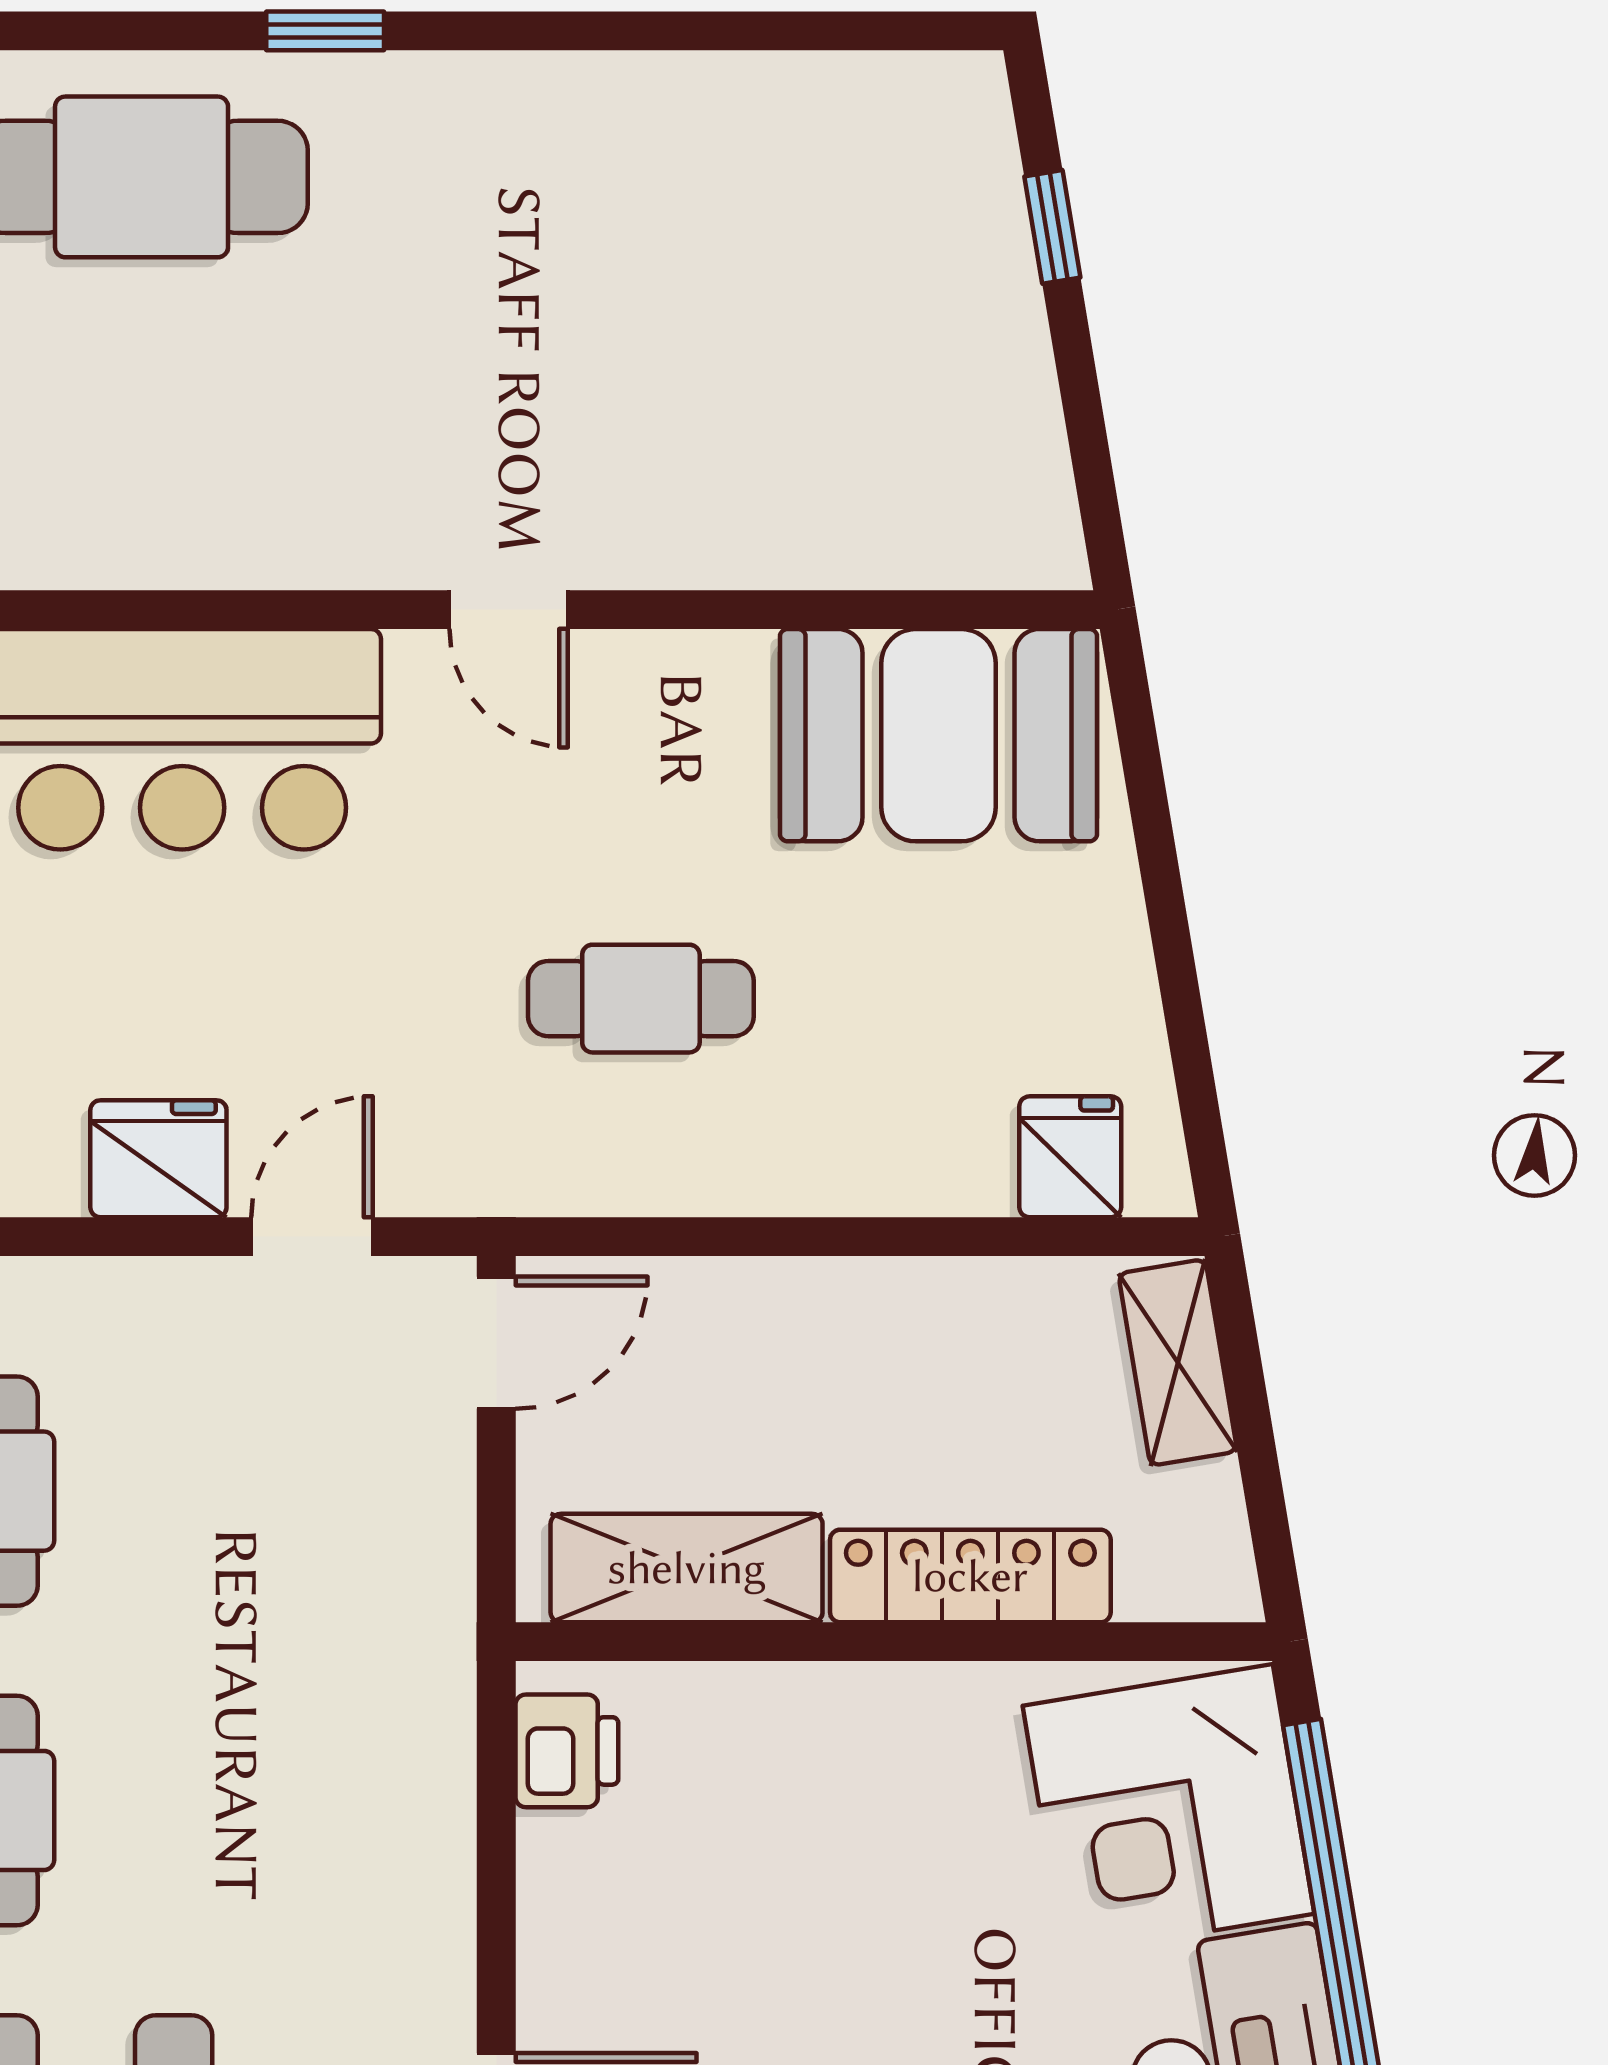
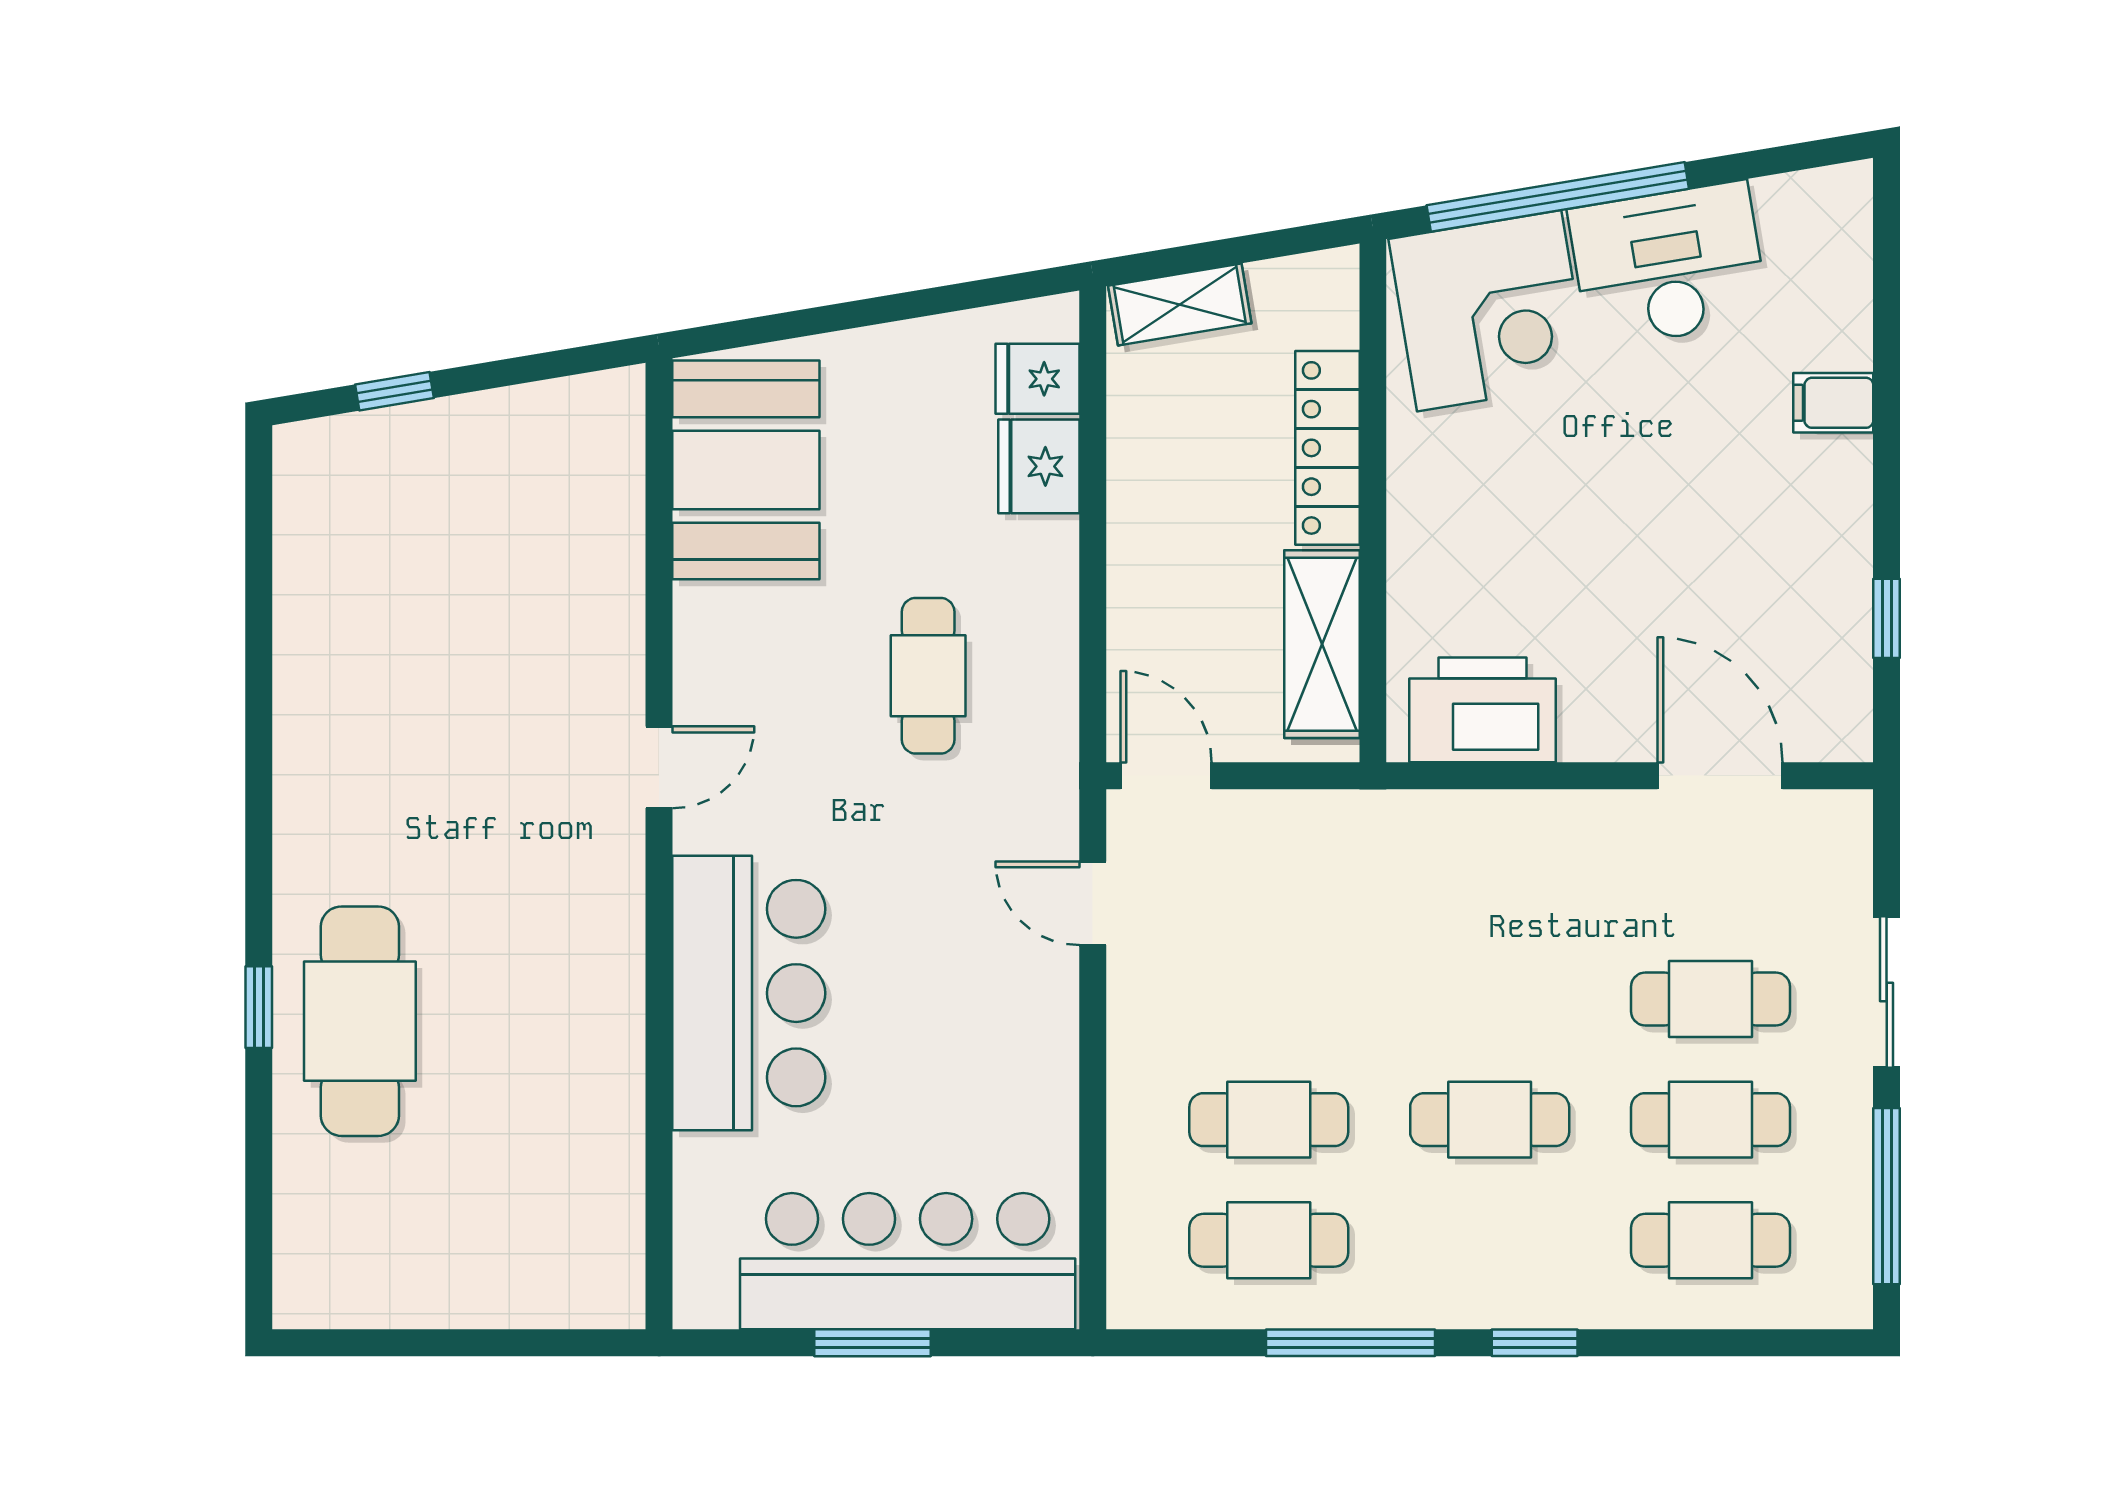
window: (325, 31) -> (259, 1007), moved
fridge: (158, 1159) -> (1039, 466), moved
printer: (567, 1751) -> (1482, 710), width x1.87, depth x1.48

